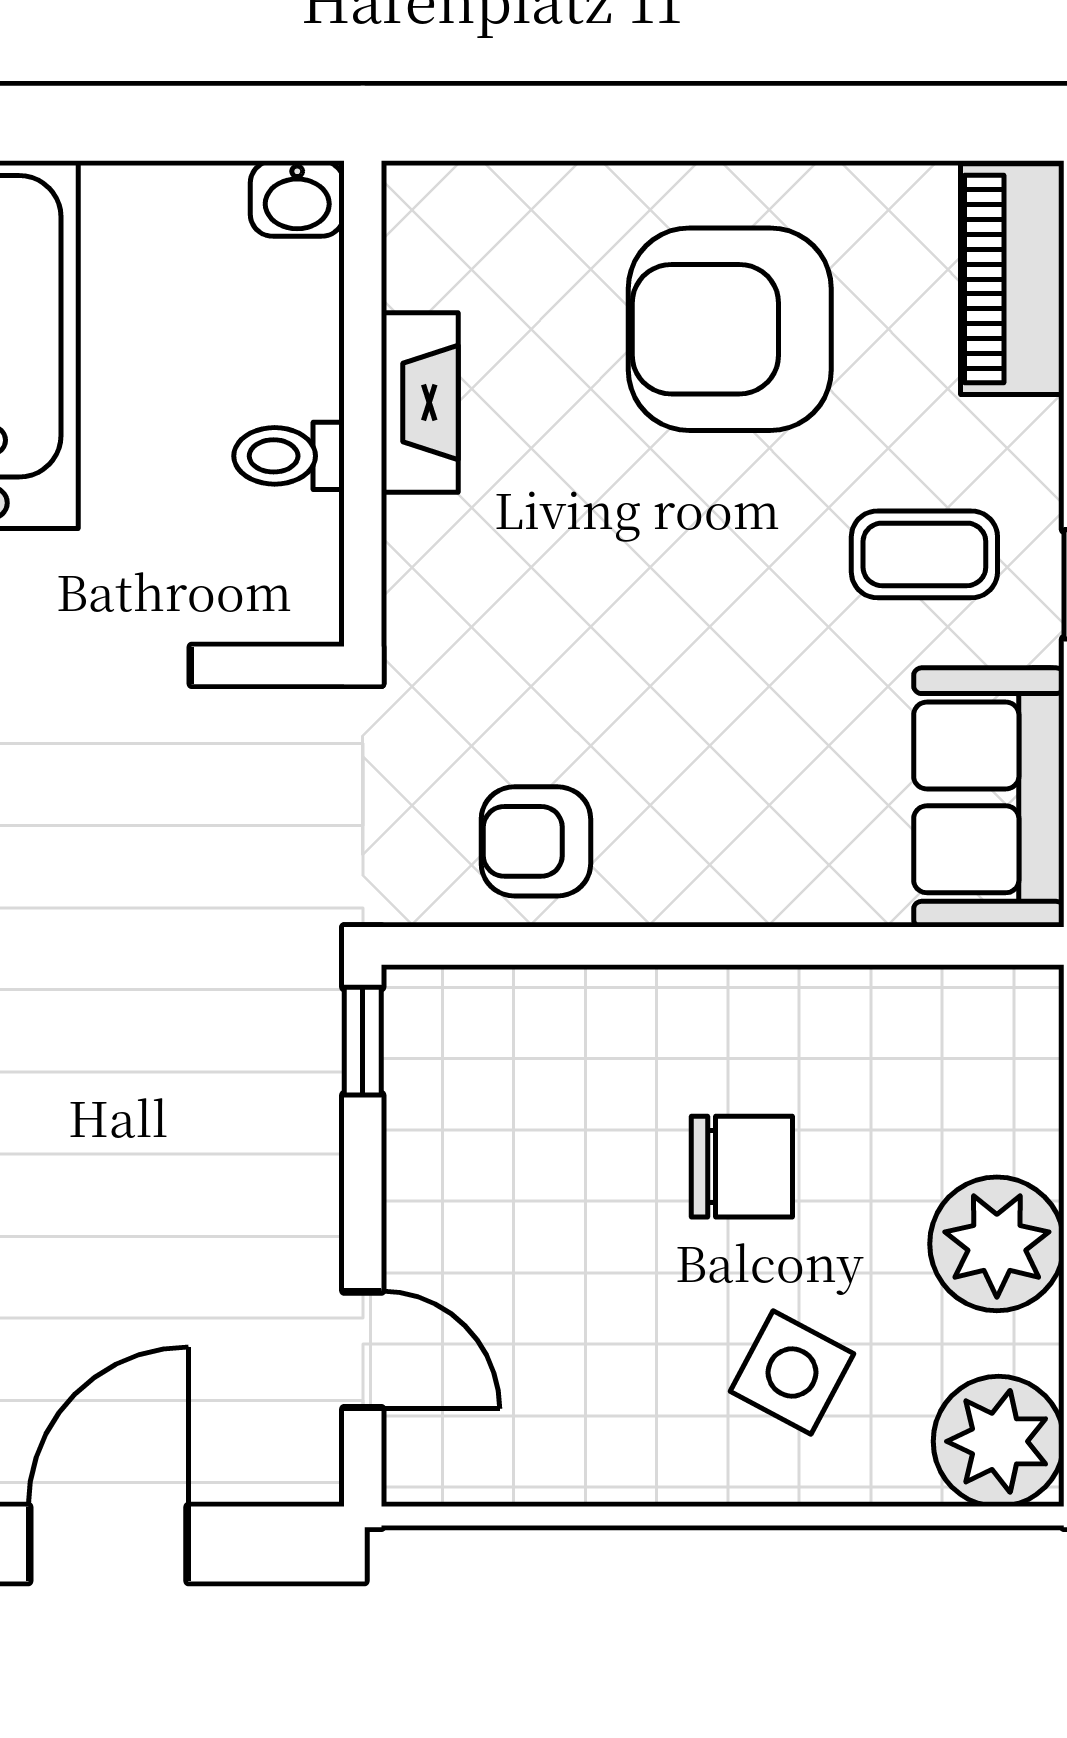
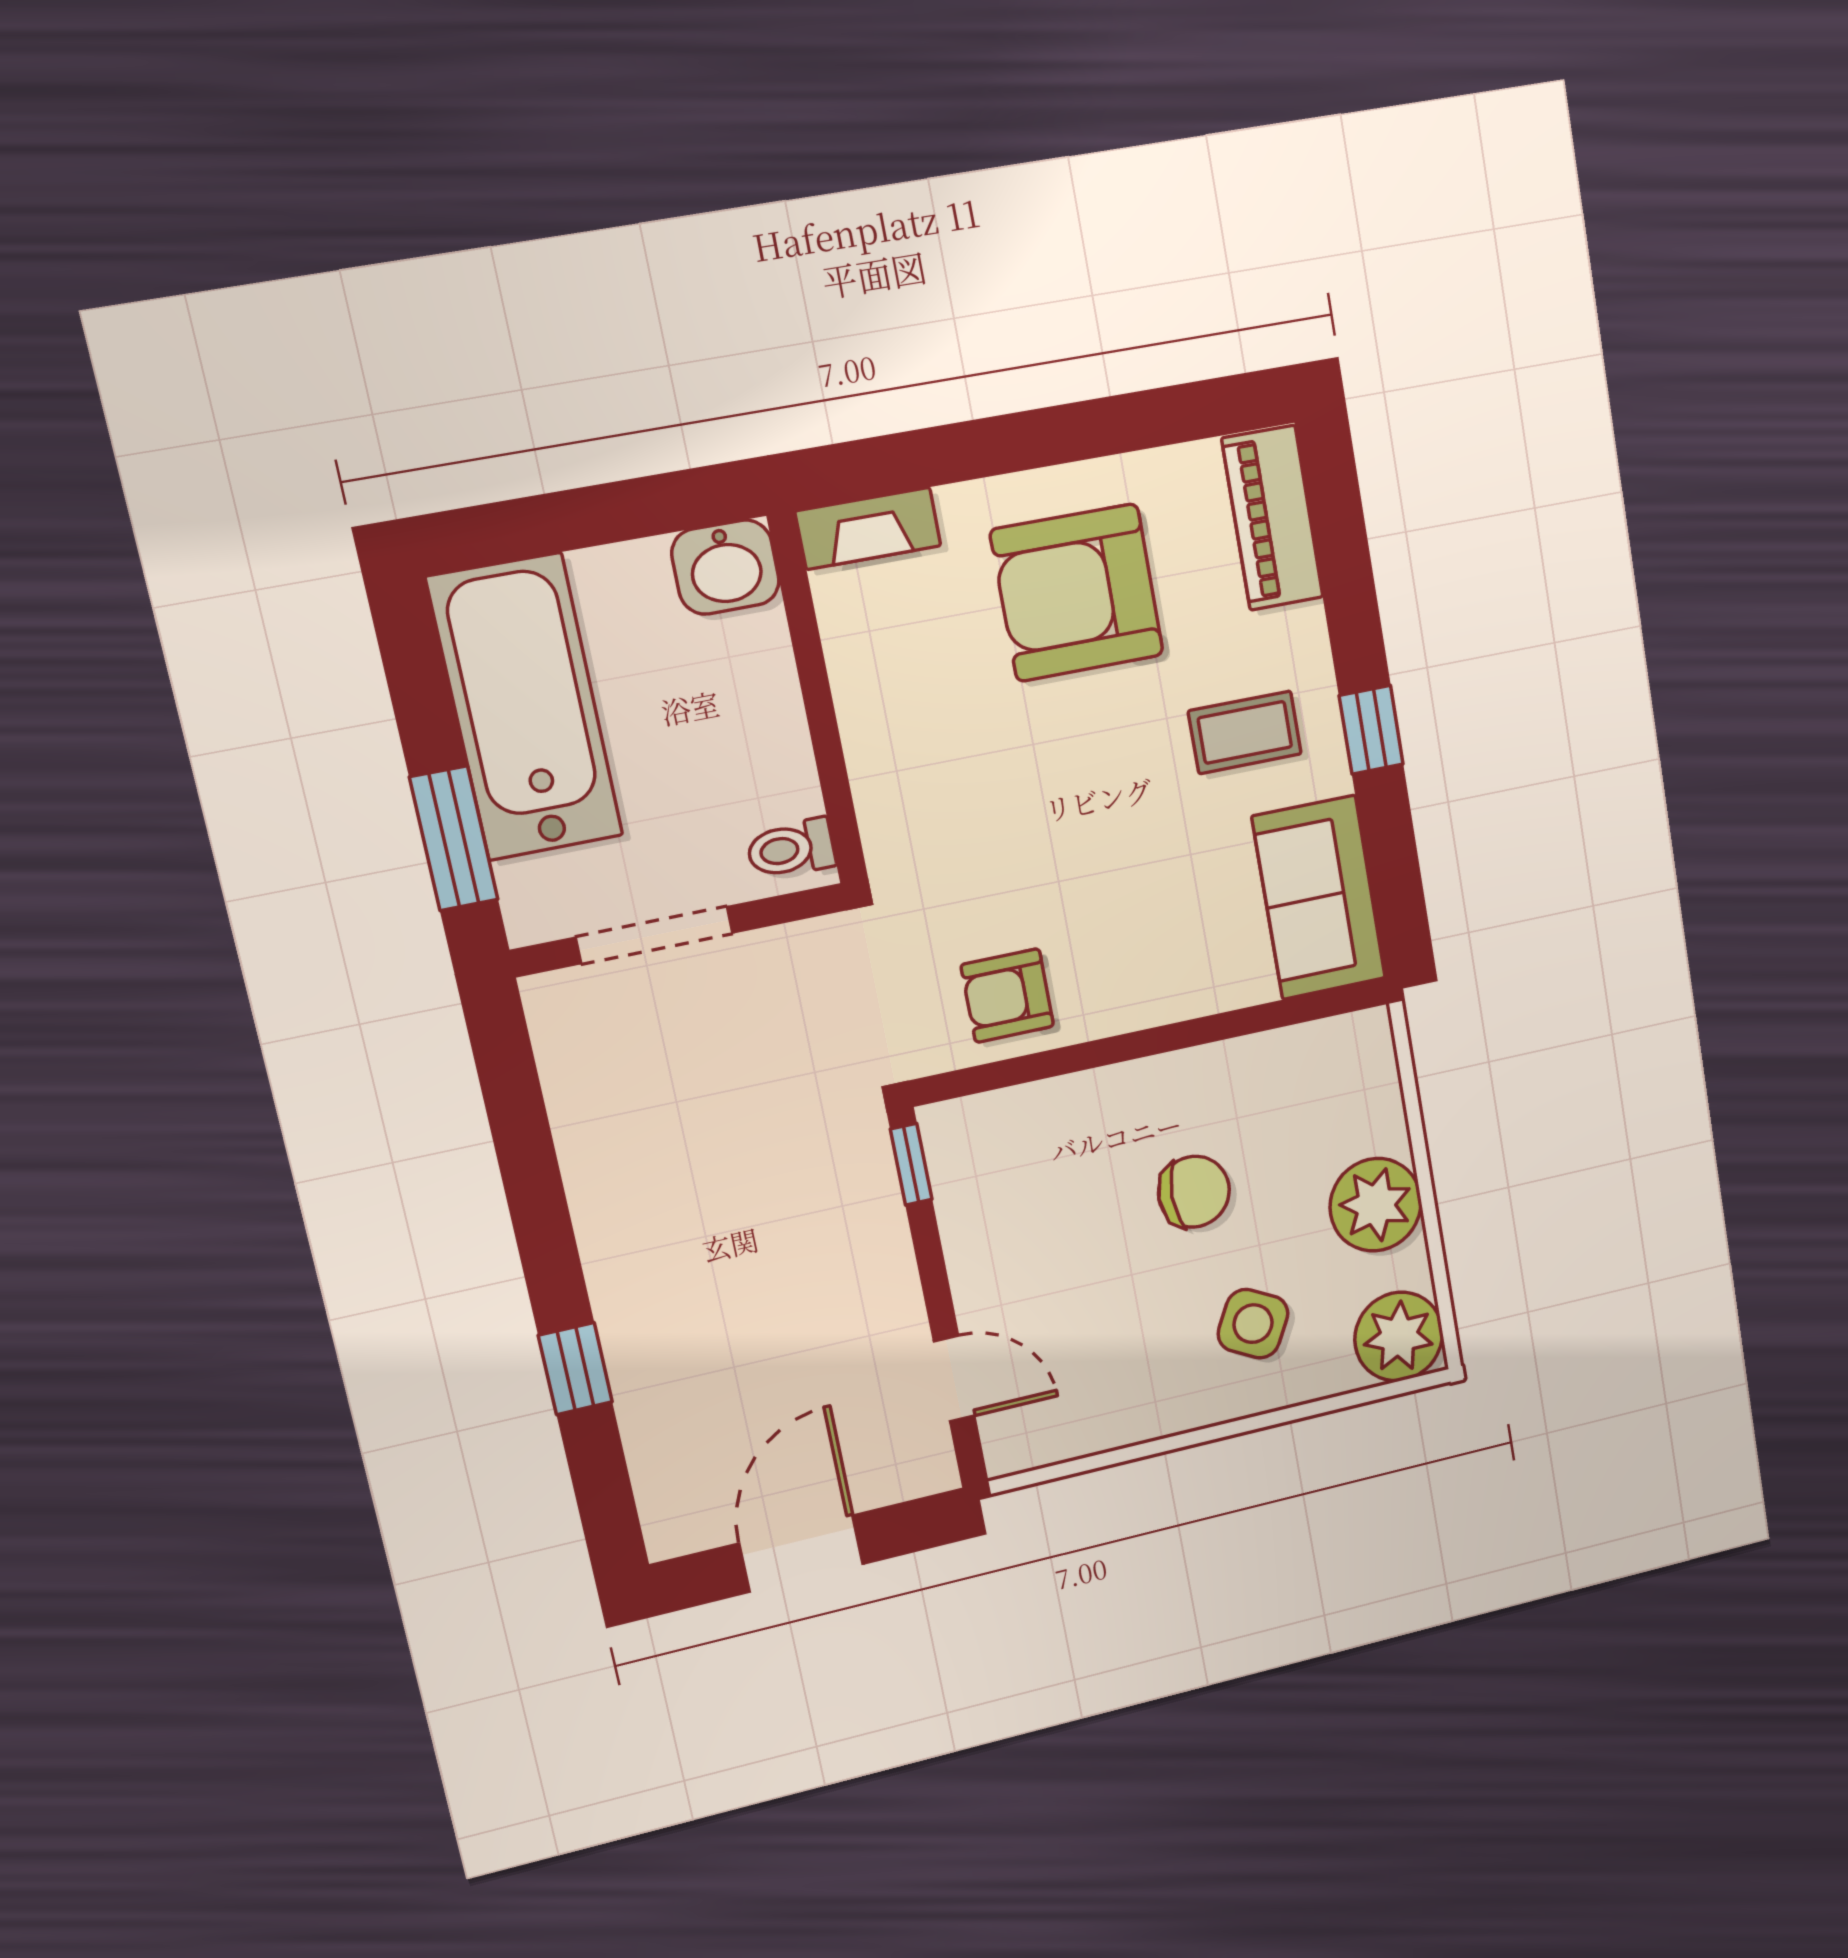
washbasin: (297, 199) -> (726, 567), width x1.38, depth x1.45
fireplace: (420, 402) -> (868, 528), moved, turned 90
toilet: (289, 456) -> (791, 849), moved

